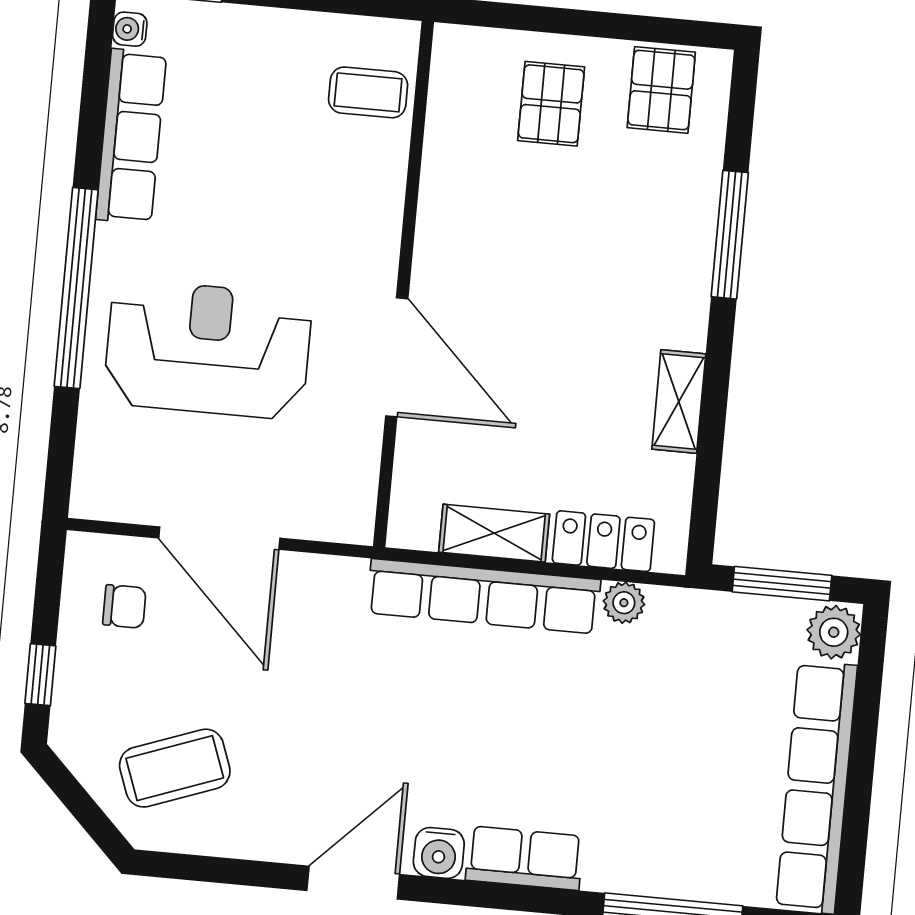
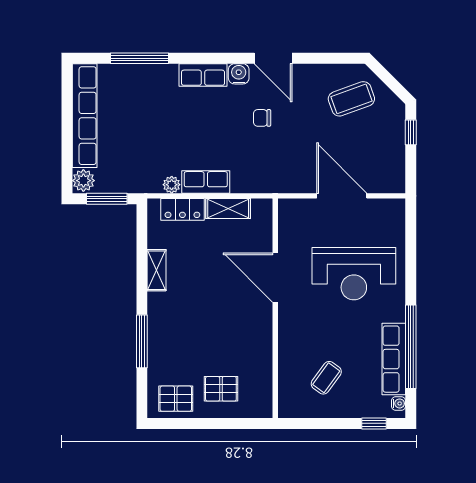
pallet: (661, 90) -> (176, 399), turned 90
coffee table: (368, 92) -> (326, 378), moved, turned -54
pallet: (551, 104) -> (221, 389), turned 90
window: (76, 288) -> (411, 347), moved
row of seats: (484, 596) -> (206, 182), width x0.50
chair: (124, 606) -> (262, 118), moved
door: (353, 883) -> (273, 58), hinge flipped

